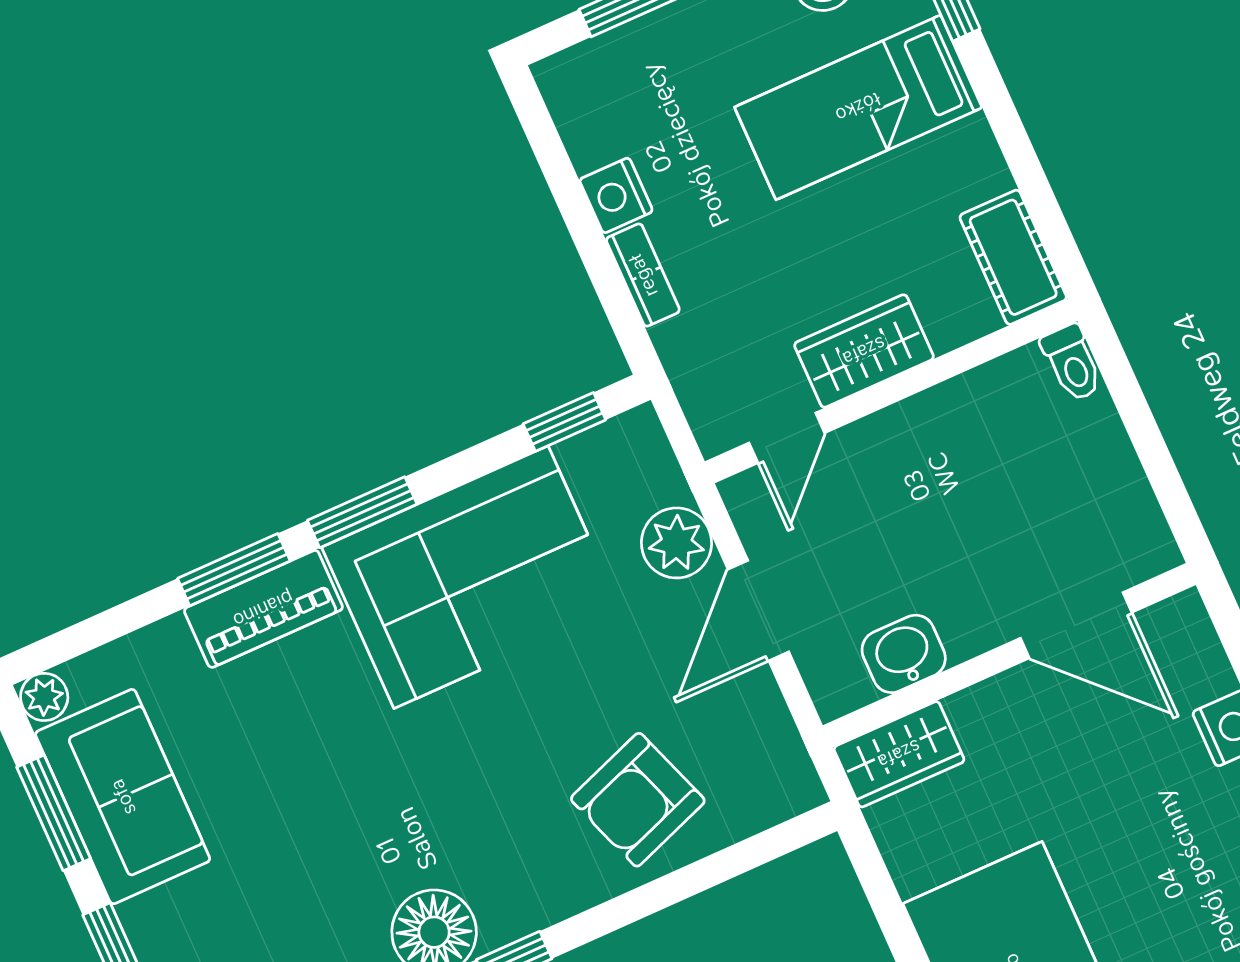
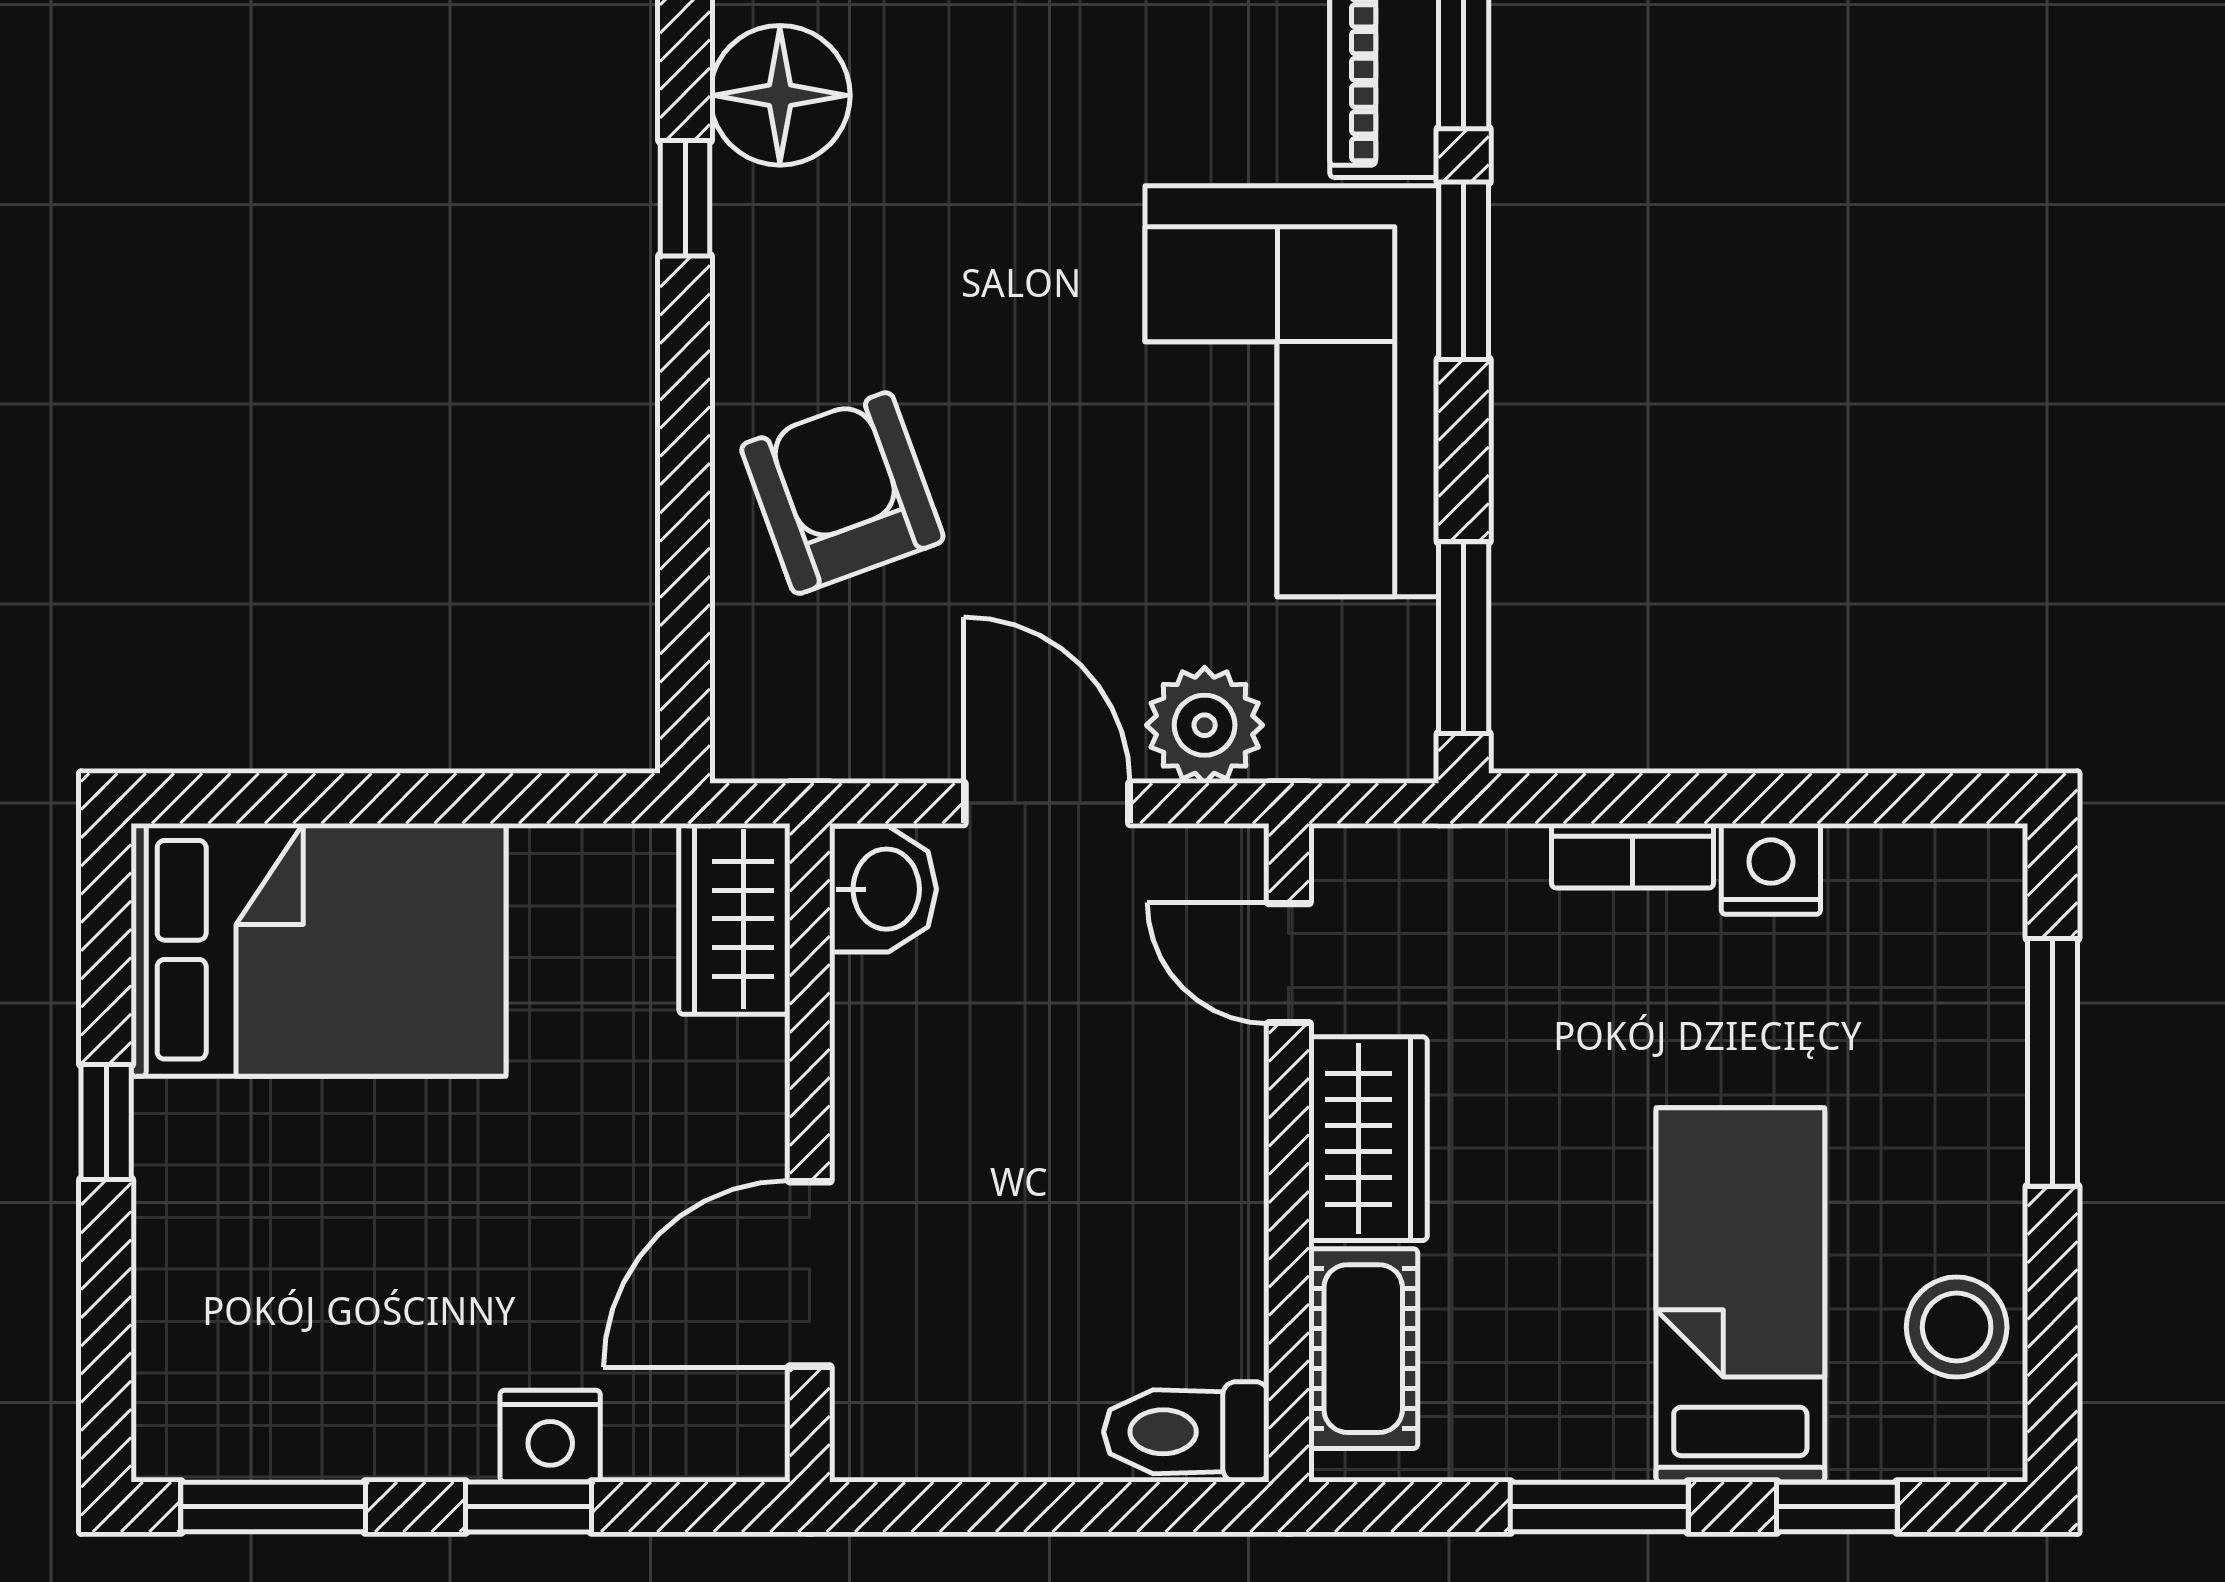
window: (1010, 133) -> (1599, 1507), added
cot: (1013, 257) -> (1363, 1349), moved, turned 90
toilet: (1072, 363) -> (1186, 1432), width x1.37, depth x1.39
window: (564, 422) -> (1464, 638), width x1.50
washbasin: (904, 654) -> (883, 889), moved

